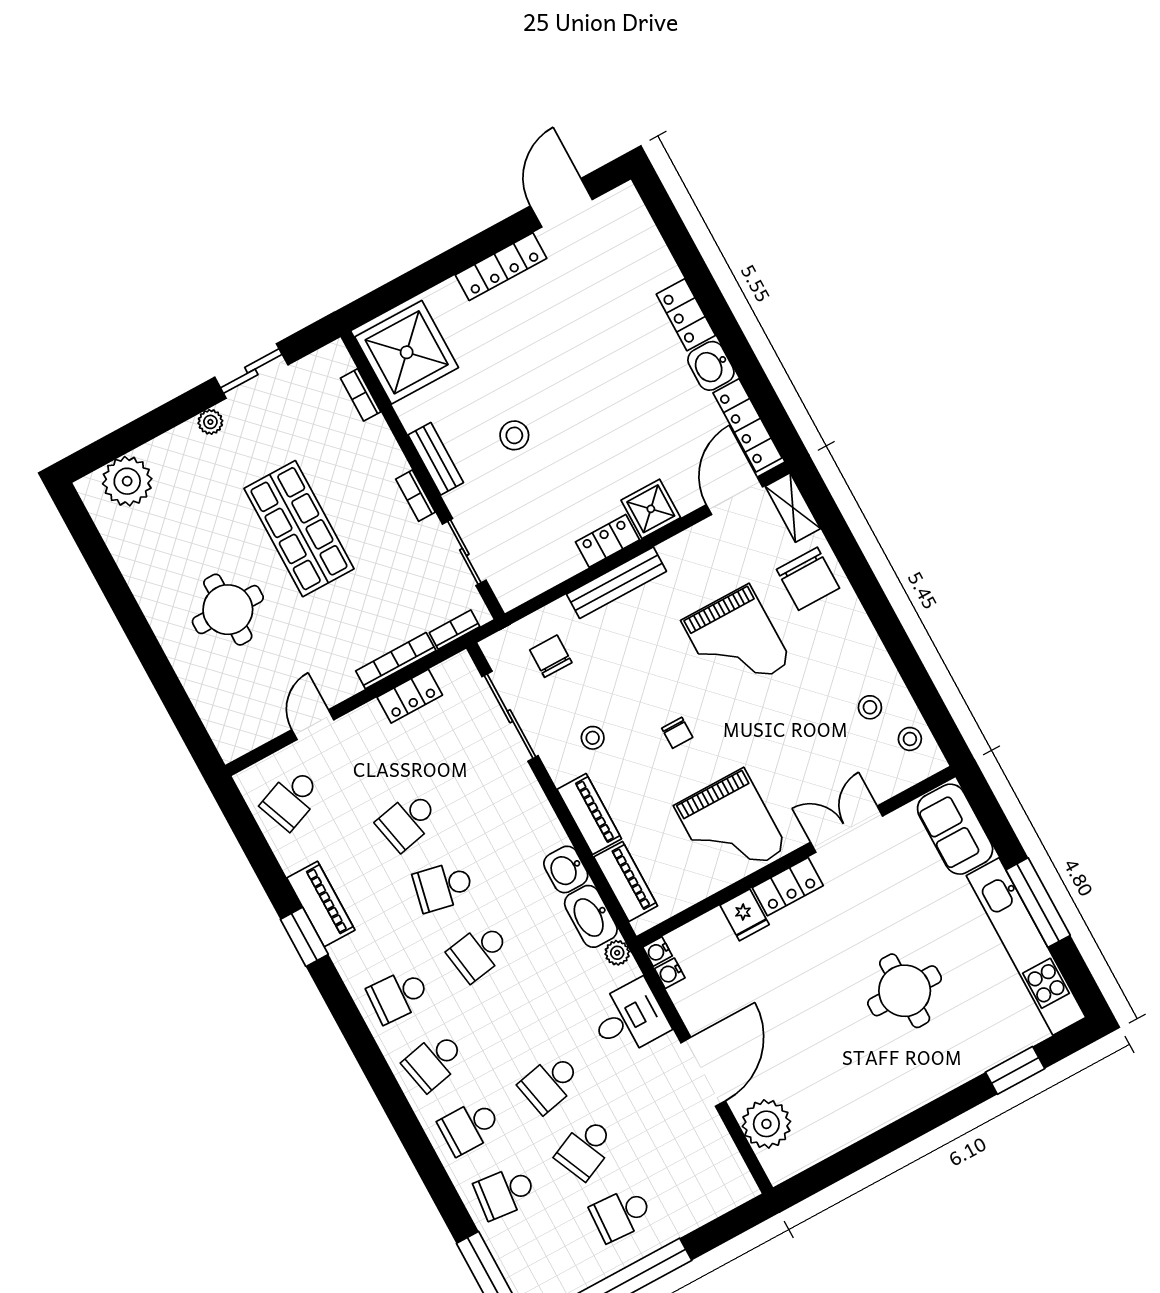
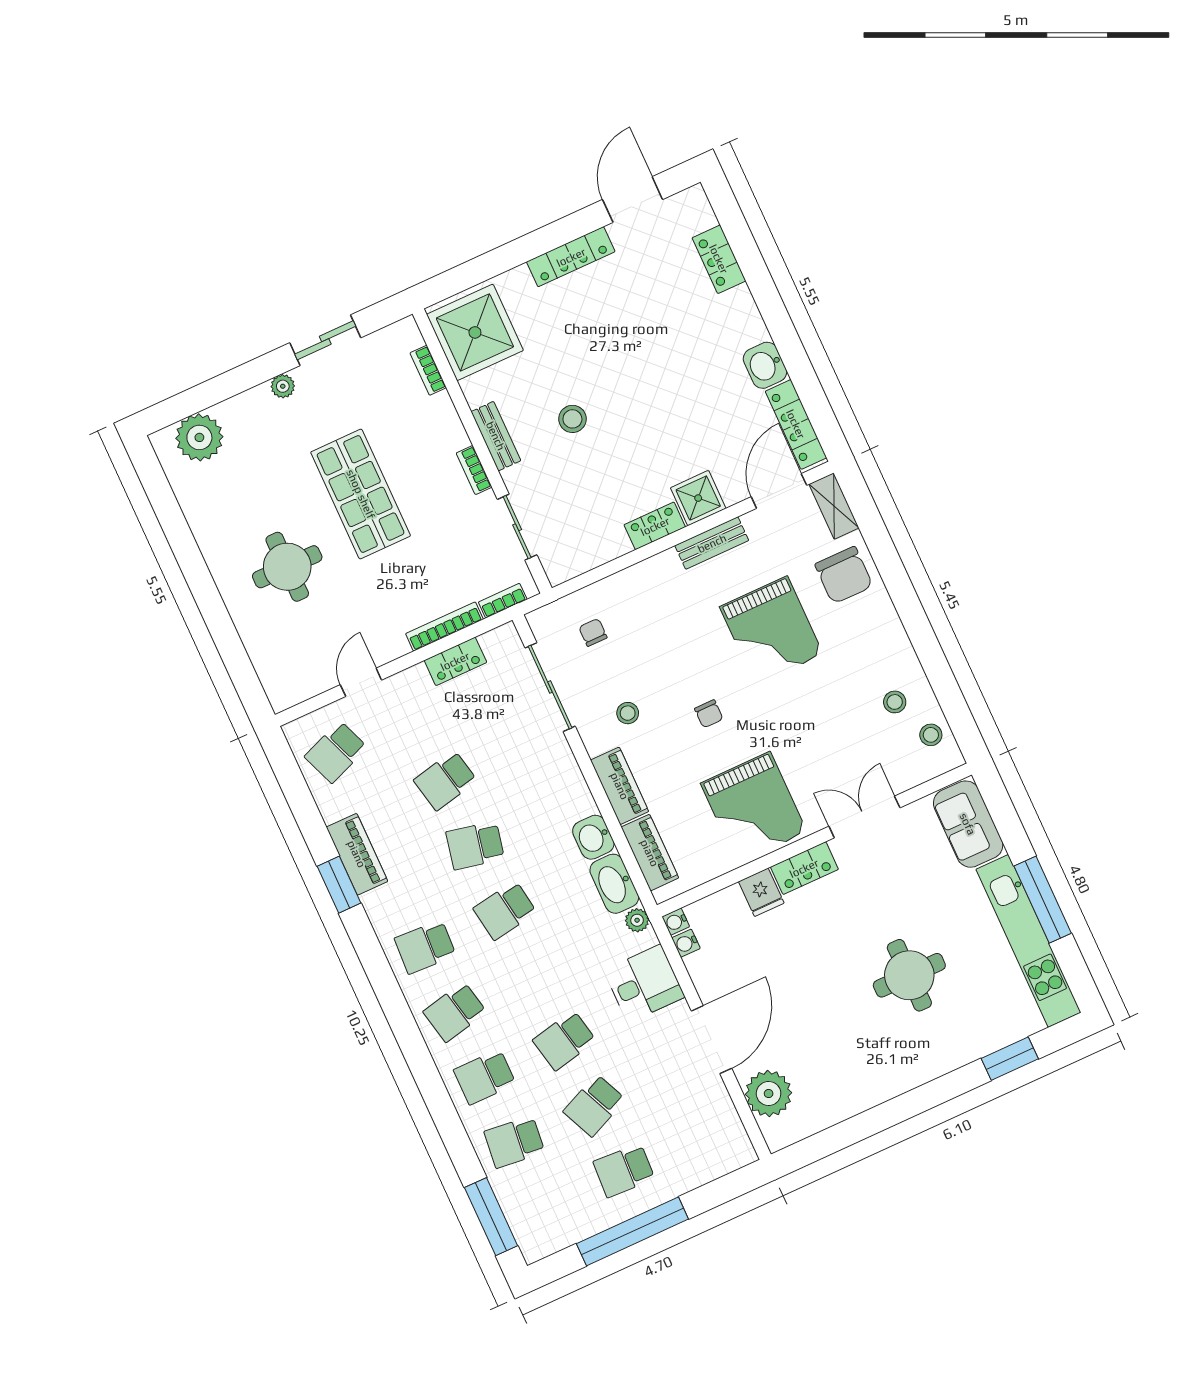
locker: (686, 315) -> (719, 259), moved
bench: (617, 583) -> (712, 543), moved, width x0.73
chair: (551, 656) -> (593, 632), width x0.73, depth x0.73

